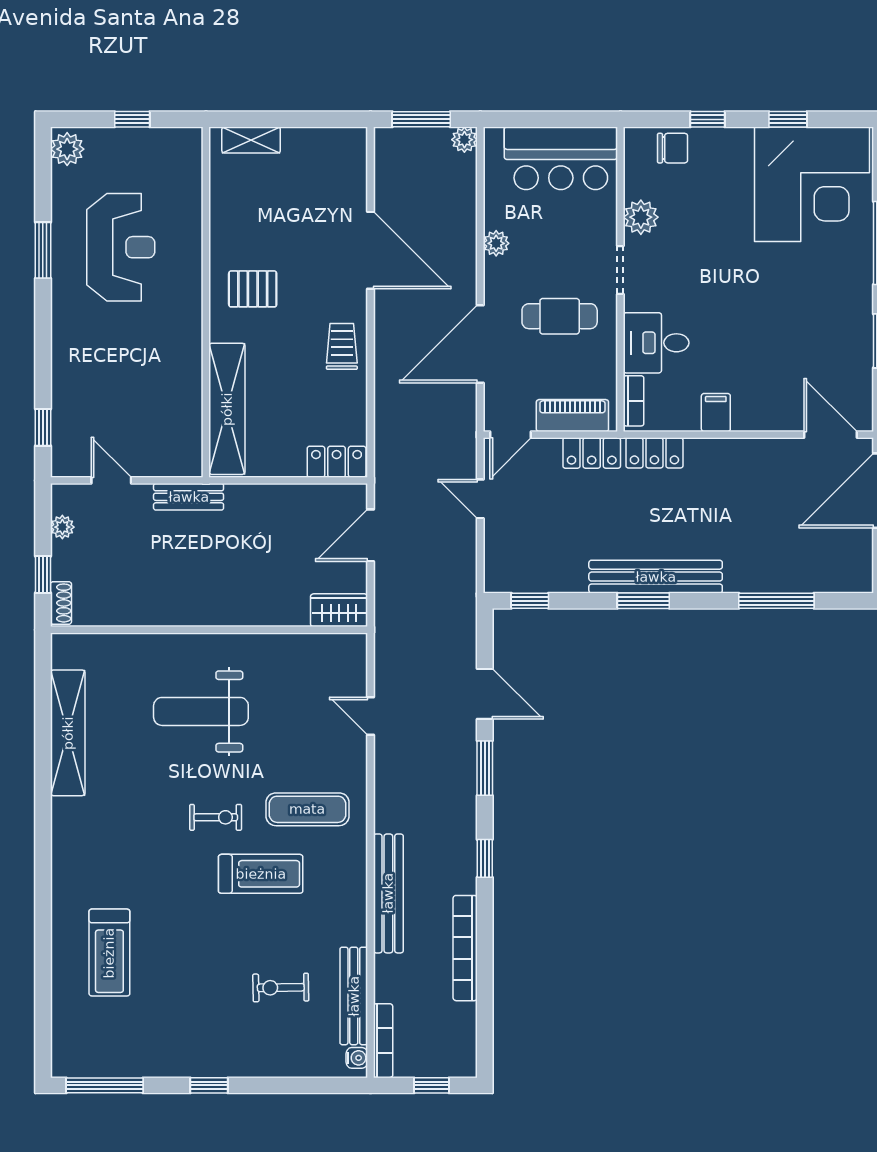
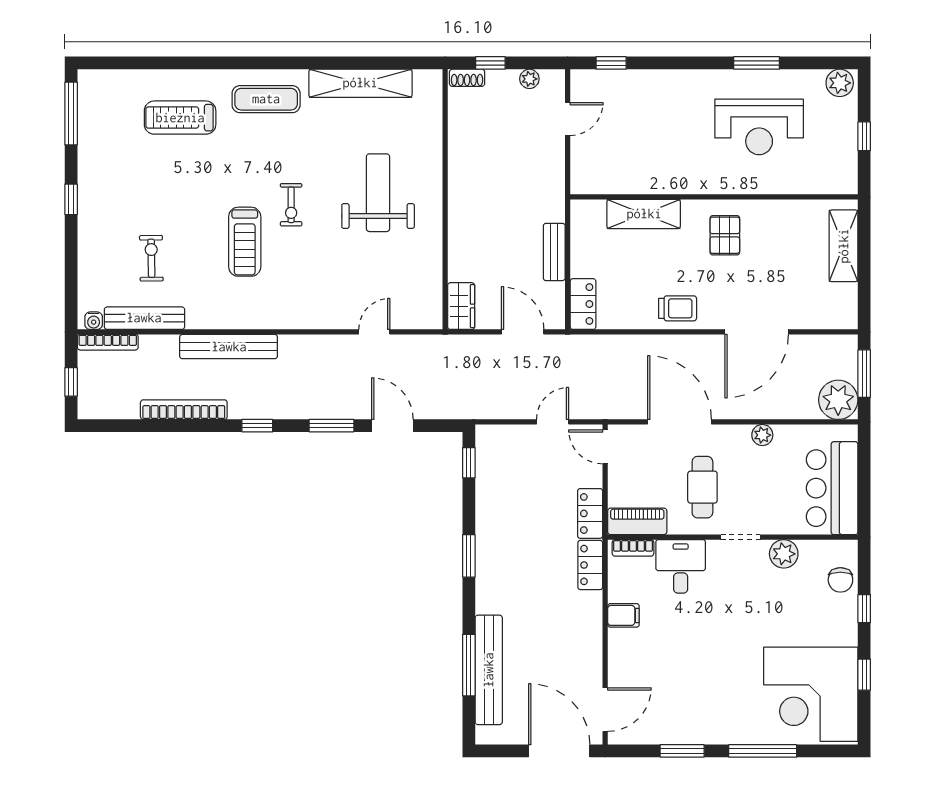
shelving: (251, 140) -> (844, 246), width x1.50, depth x1.33
plant: (464, 140) -> (838, 400), width x1.87, depth x1.87
shelving: (227, 409) -> (644, 214), width x0.68
piano: (572, 416) -> (637, 521), moved, turned -90
bench: (189, 497) -> (554, 252), moved
bench: (656, 577) -> (489, 670), moved
door: (485, 694) -> (392, 426), swing flipped
exercise mat: (307, 809) -> (266, 99), moved, turned 90

